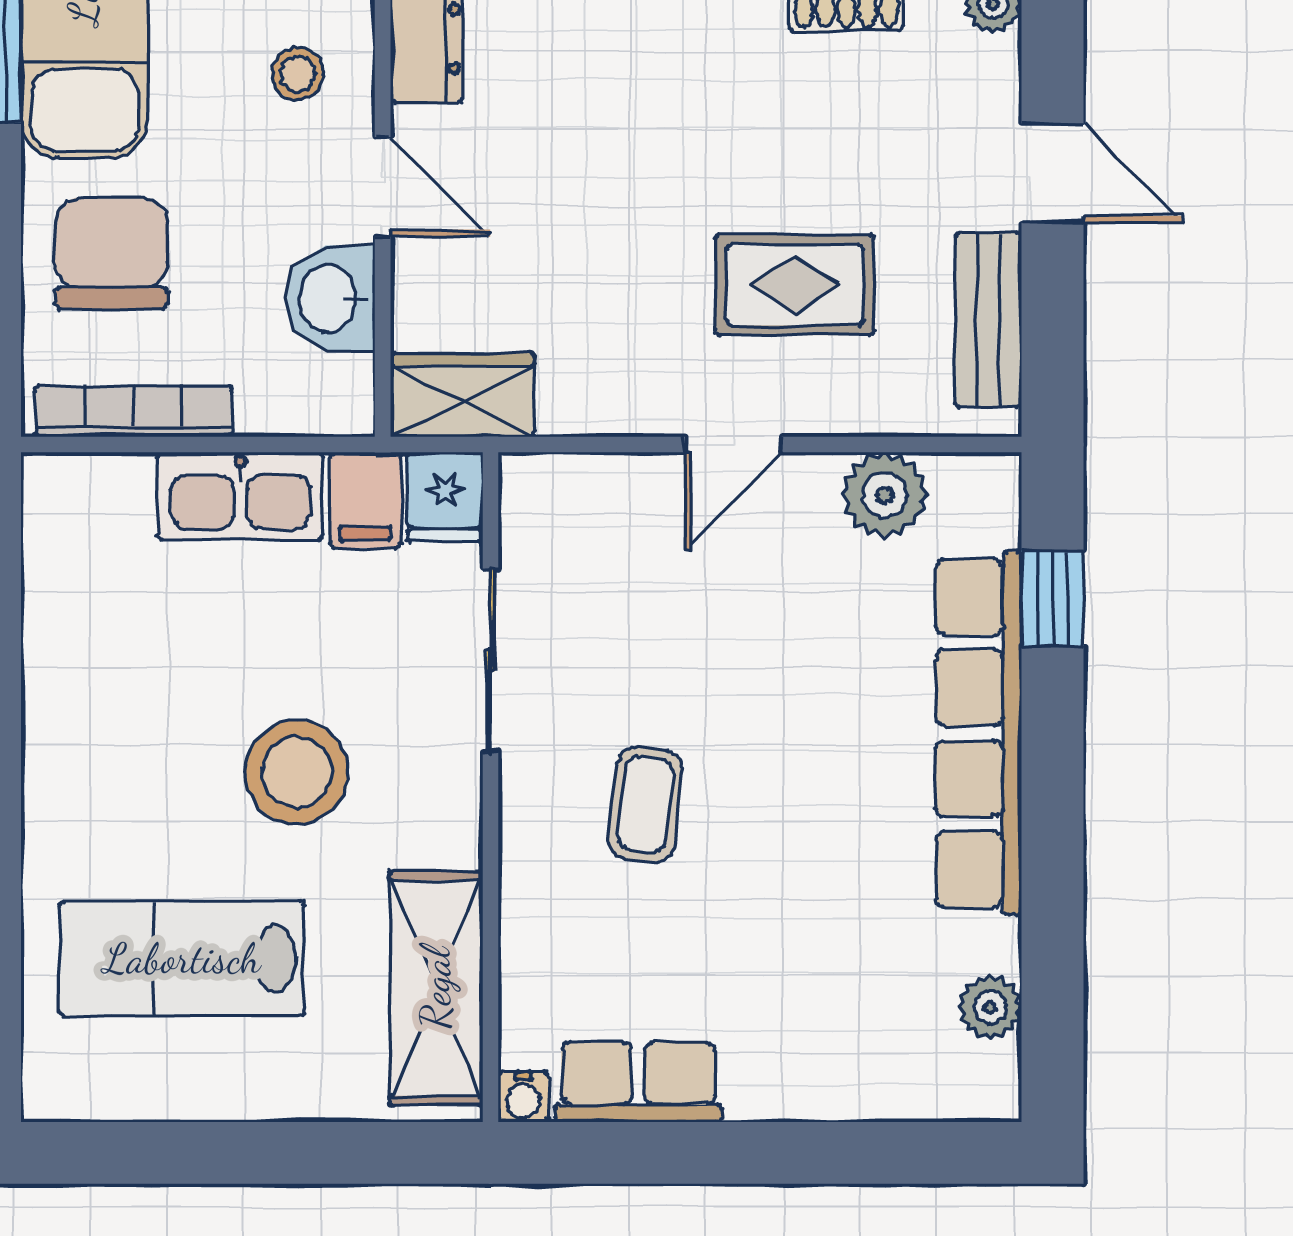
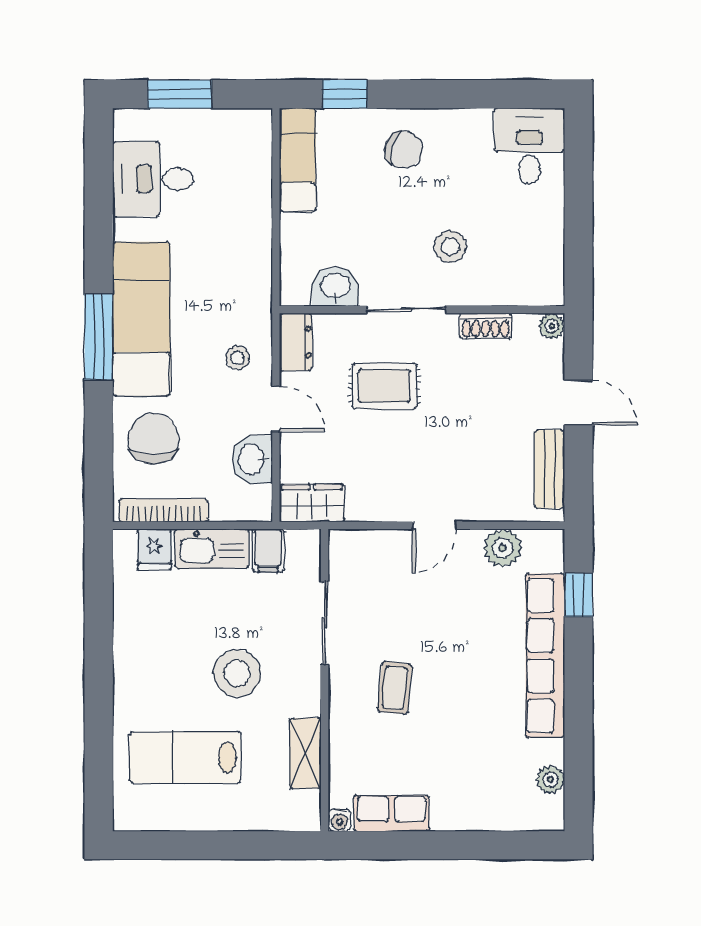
rug: (795, 285) -> (384, 386), moved
fridge: (445, 497) -> (154, 549), moved
shelving: (436, 988) -> (305, 753), width x0.67, depth x0.75

